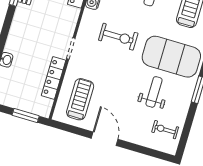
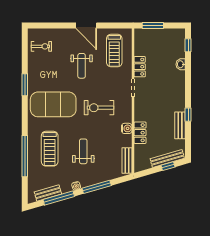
locker: (54, 78) -> (140, 67), width x0.66
weight bench: (154, 92) -> (82, 66), moved

